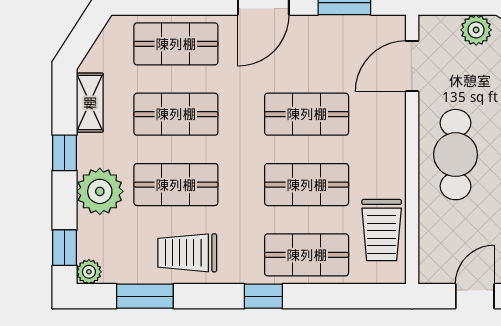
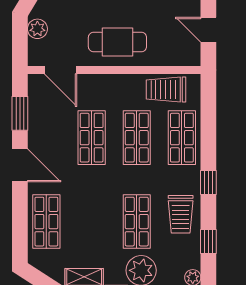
shop shelf: (176, 114) -> (92, 222), removed
trolley: (382, 230) -> (166, 89), turned 180
window: (145, 296) -> (208, 241), width x0.67
window: (263, 296) -> (208, 182), moved

